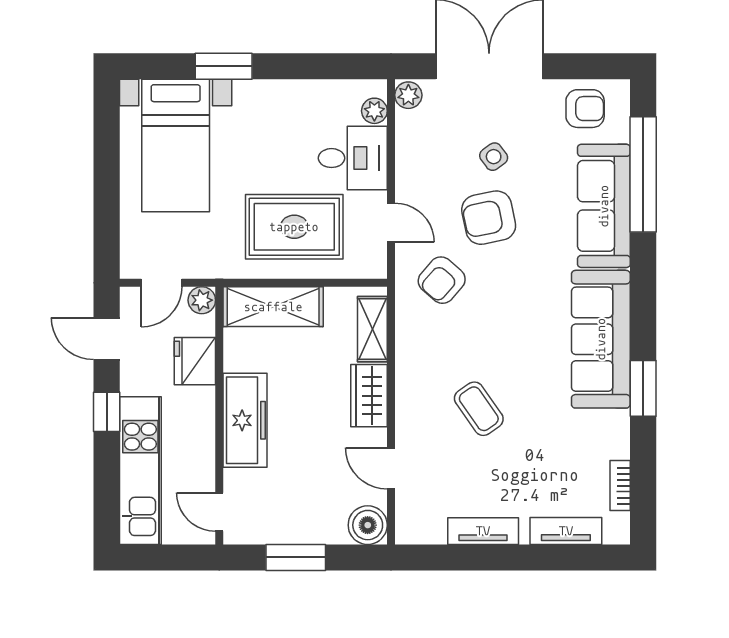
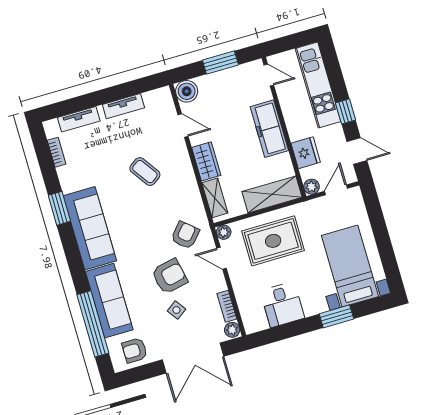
plant: (374, 111) -> (224, 232), moved
bookcase: (406, 138) -> (227, 306), added
desk: (353, 158) -> (282, 304), moved, turned -90

